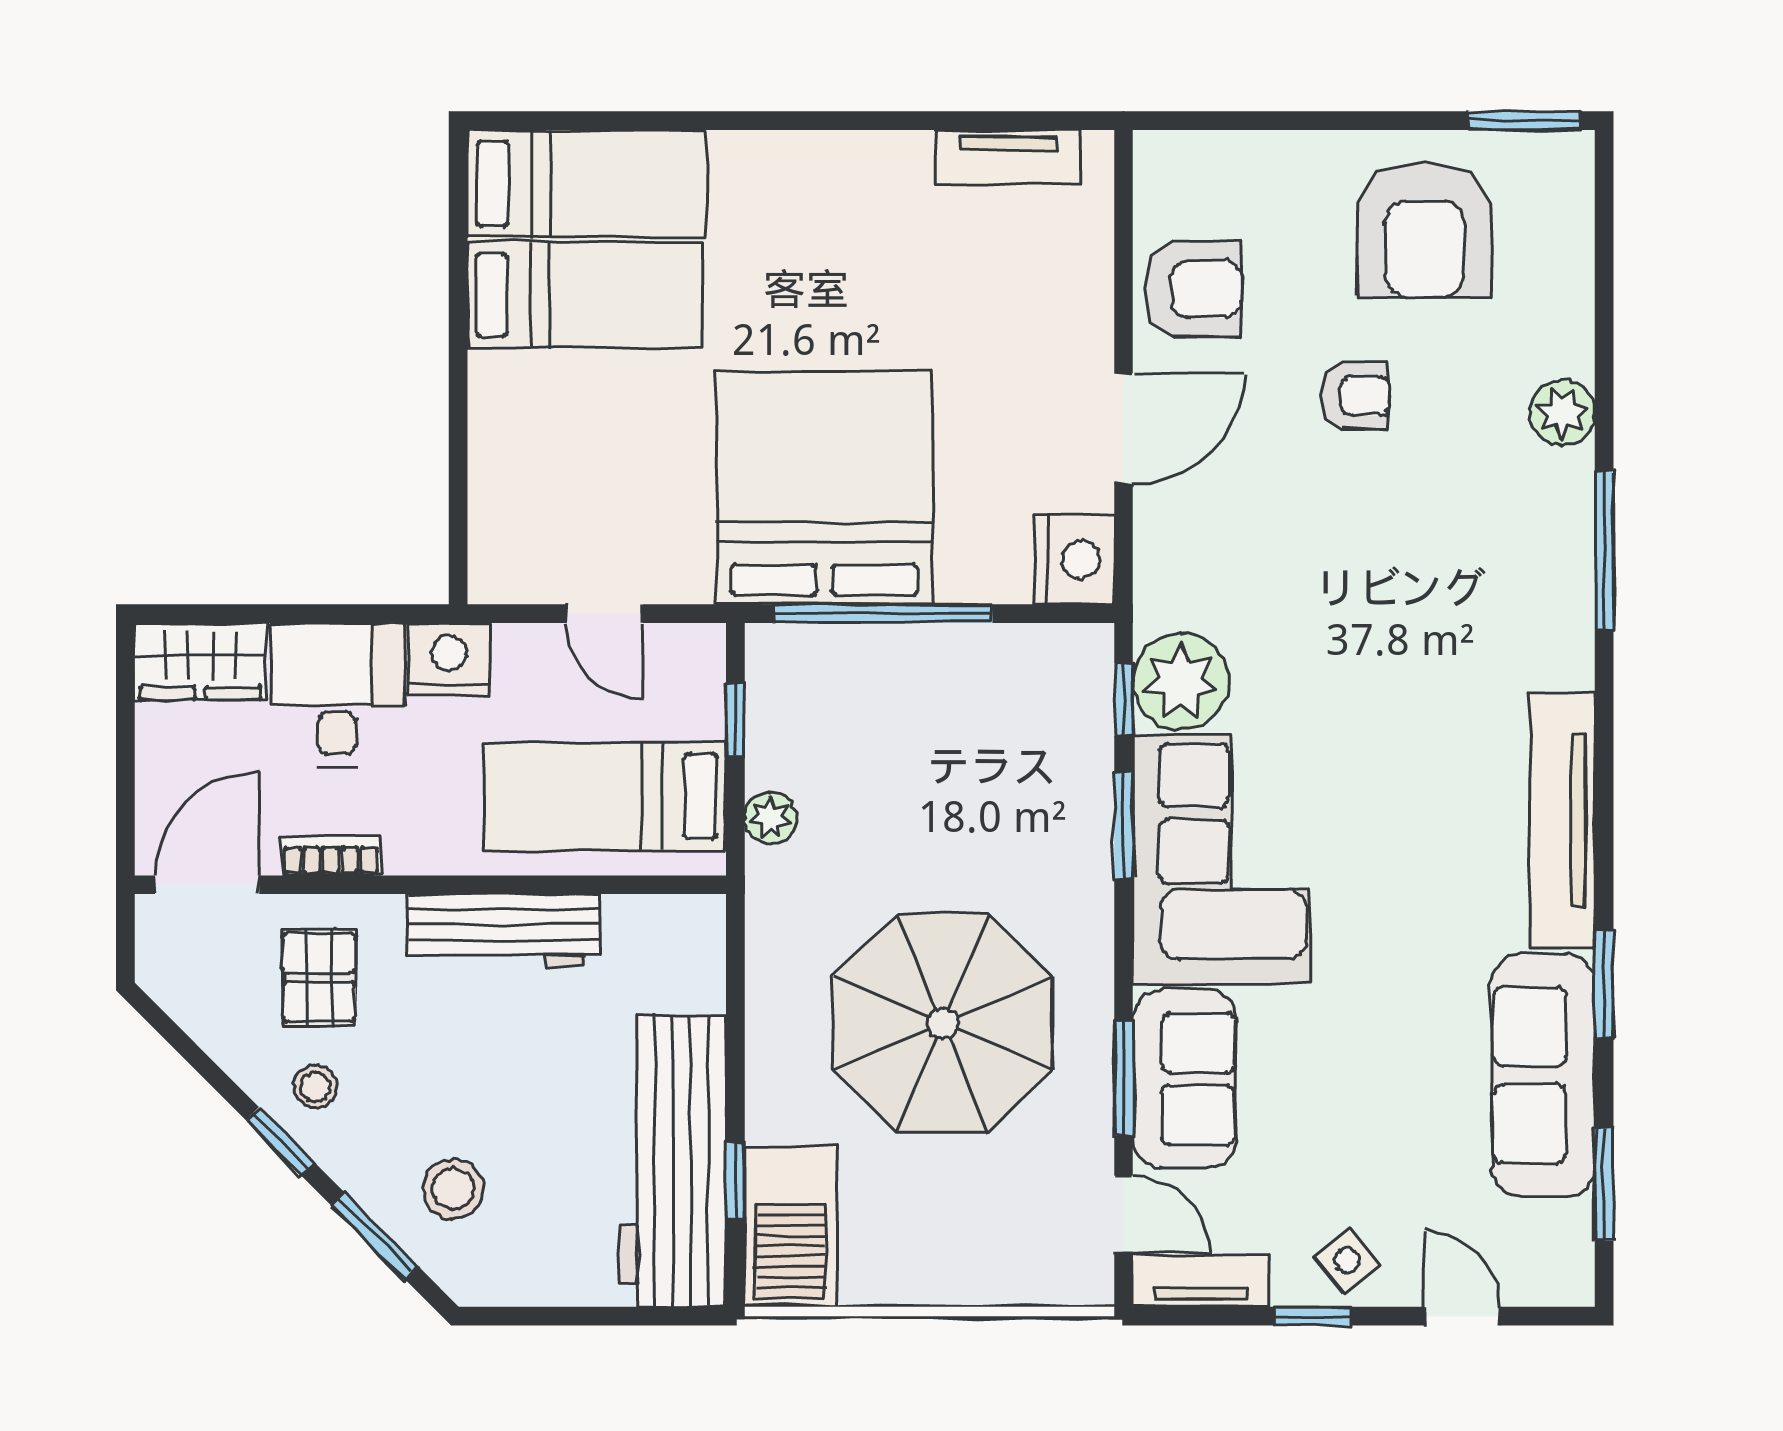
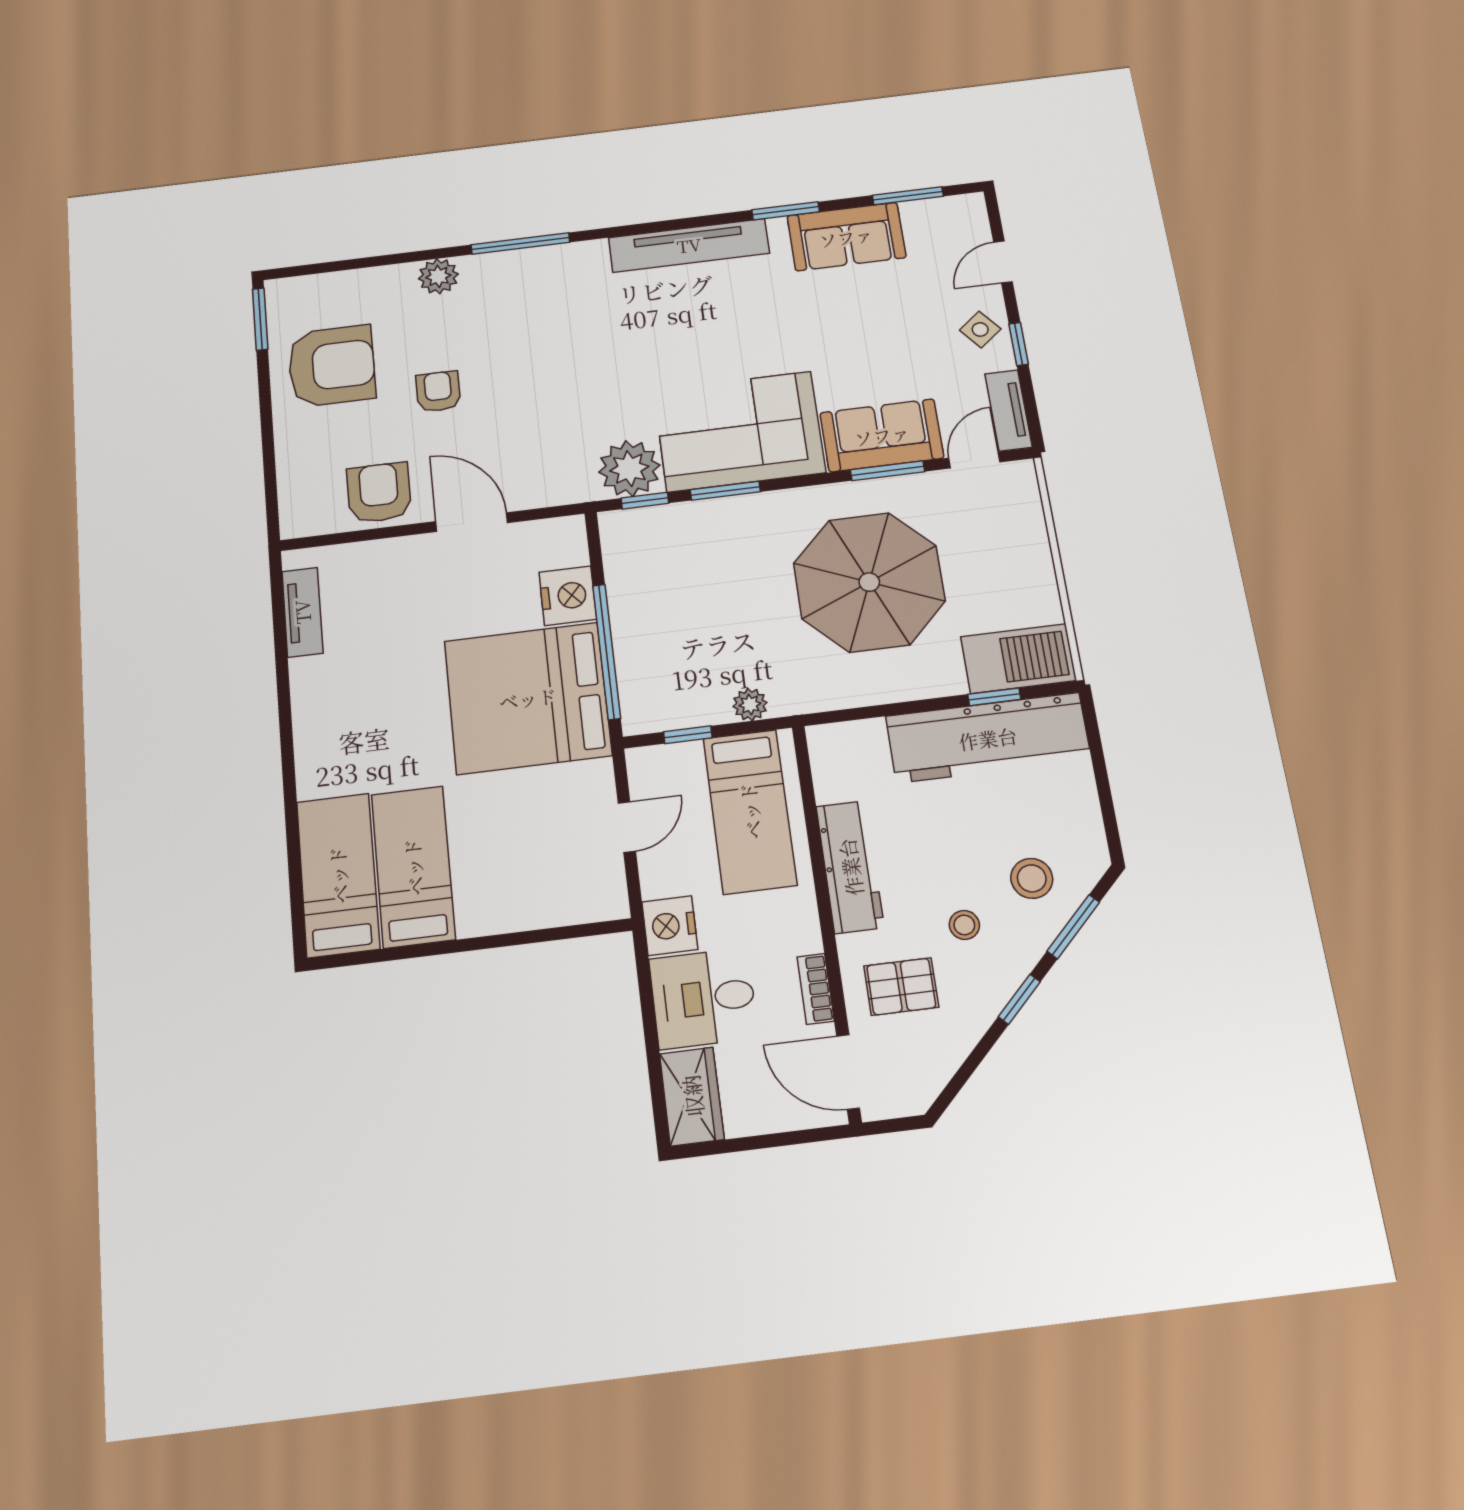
nightstand: (1074, 560) -> (568, 596), moved, turned 90
sofa: (1543, 1075) -> (846, 237), width x0.73
stool: (316, 1087) -> (964, 925), moved

